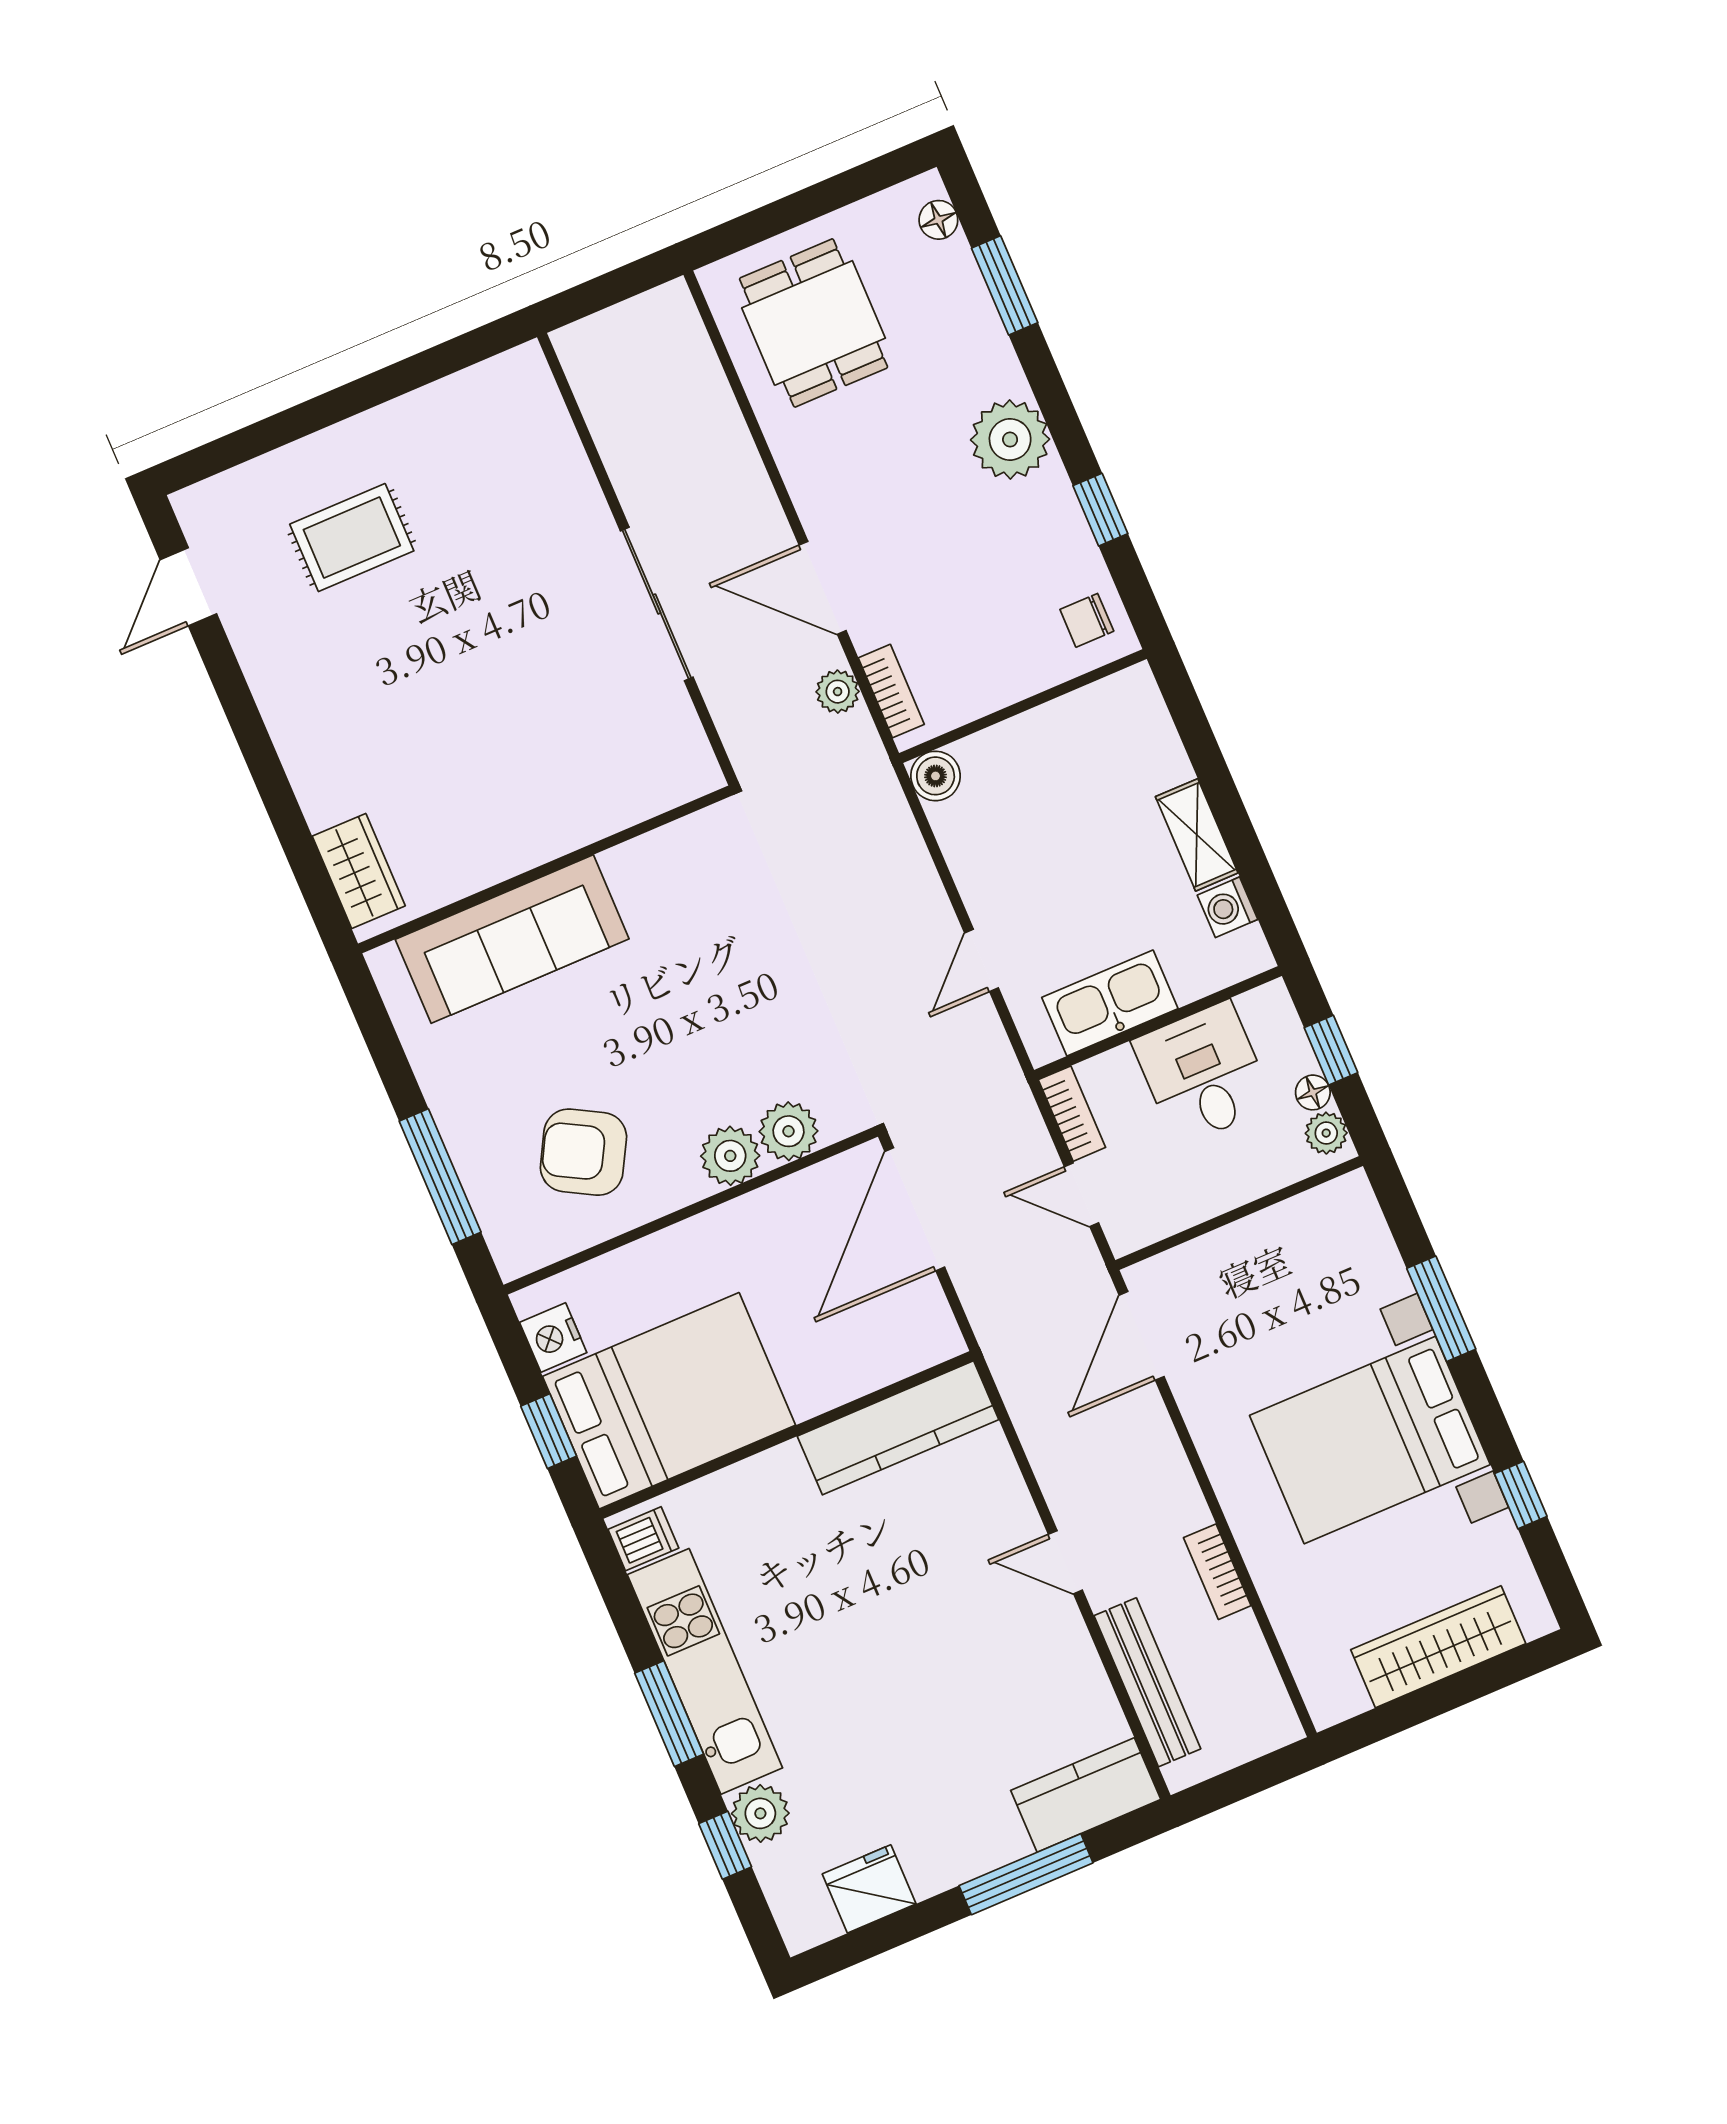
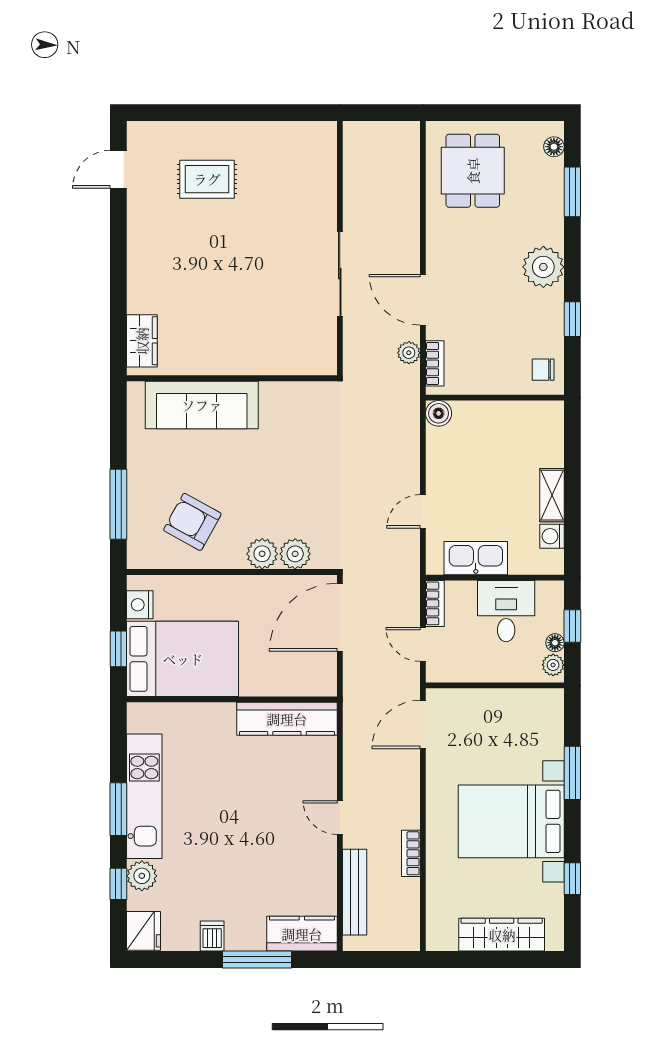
dishwasher: (643, 1539) -> (212, 936), moved, turned -90
fridge: (869, 1889) -> (144, 931), moved, turned 90

